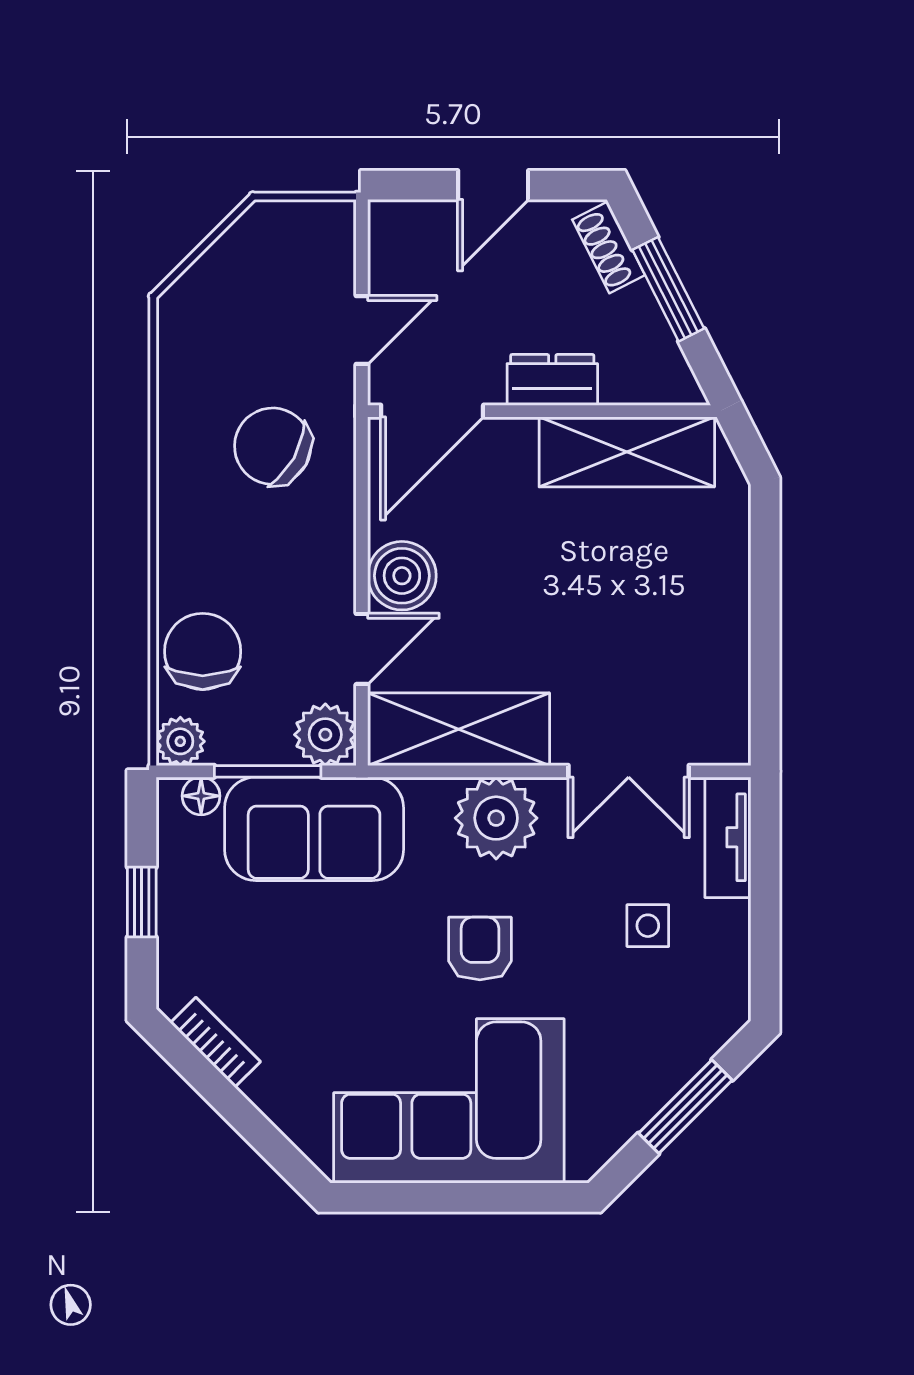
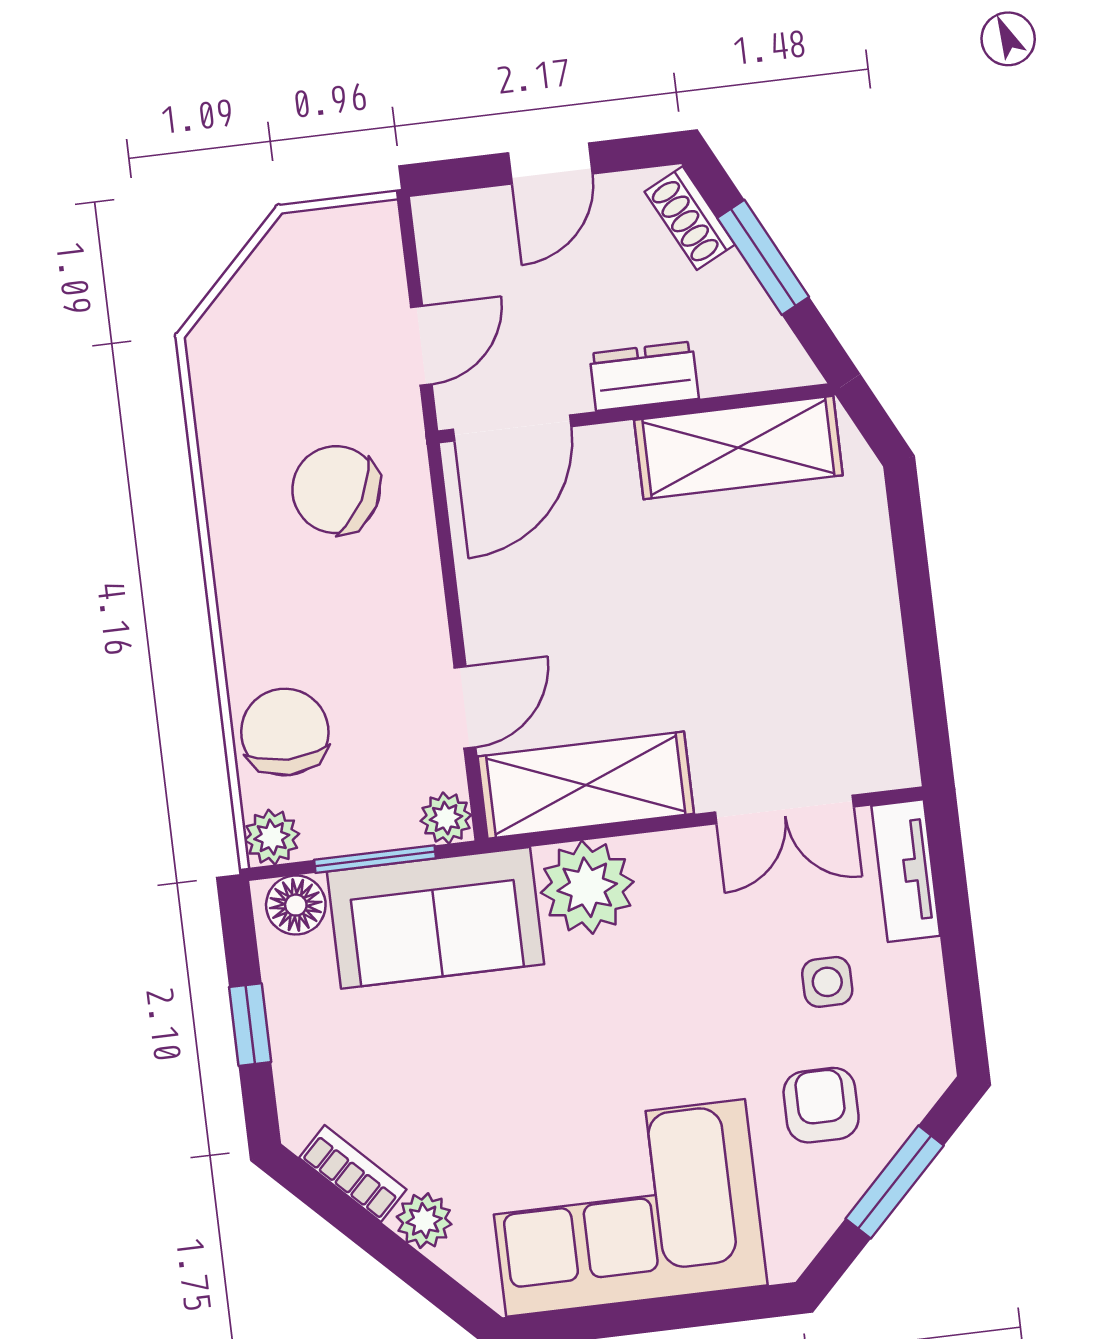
boiler: (402, 576) -> (500, 619), removed
plant: (325, 735) -> (446, 818), width x0.73, depth x0.73
floor lamp: (201, 796) -> (296, 905), width x1.37, depth x1.37
plant: (496, 818) -> (587, 887), moved
armchair: (480, 949) -> (821, 1105), moved
plant: (272, 1091) -> (424, 1221), added

